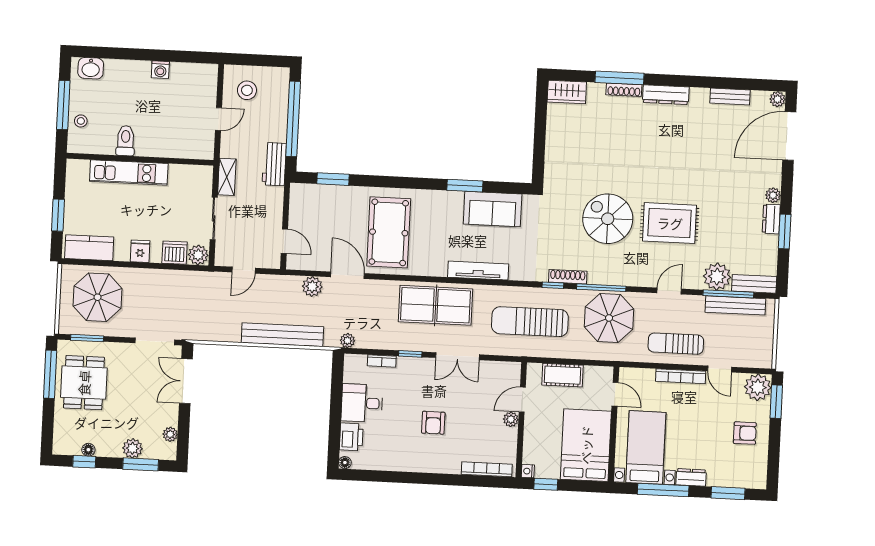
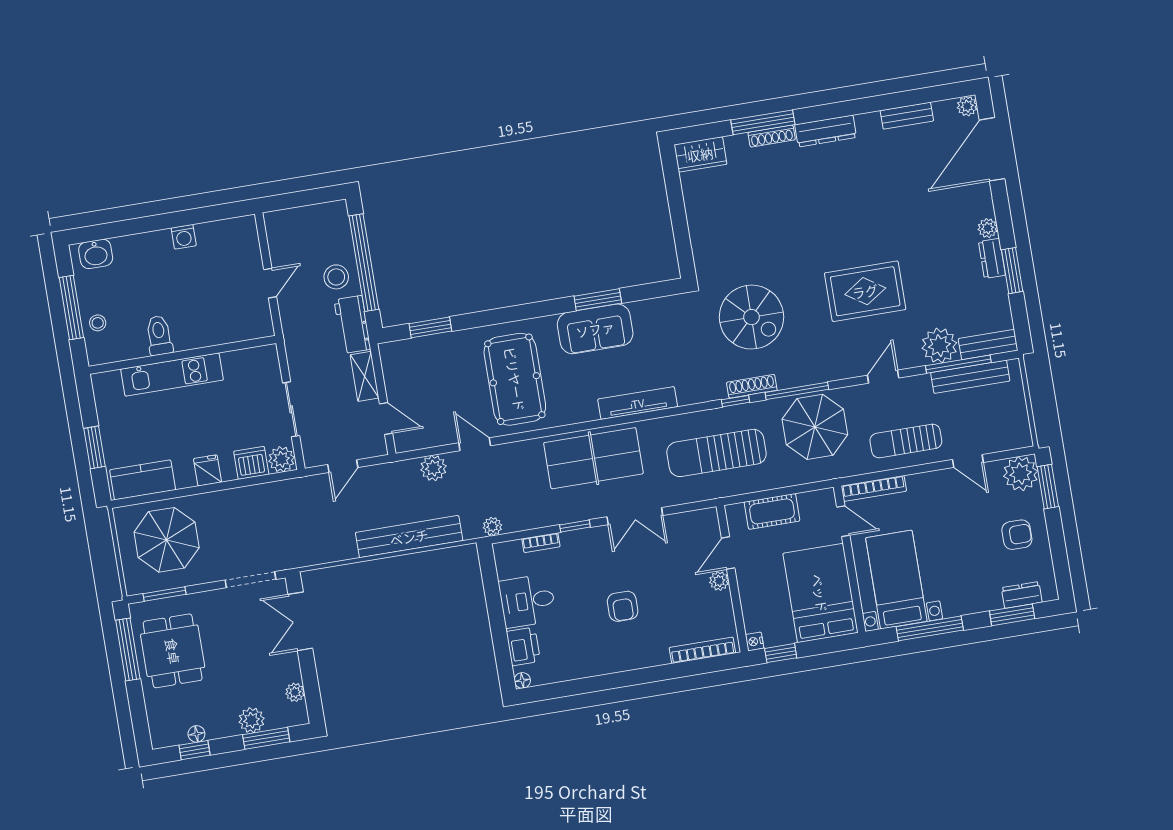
stool: (247, 90) -> (336, 277), moved
shelving: (227, 177) -> (365, 376), moved
sofa: (493, 209) -> (595, 329), moved
spiral stairs: (608, 219) -> (751, 317), moved, turned 180
door: (347, 275) -> (475, 444), width x0.73
bookcase: (681, 376) -> (874, 488), moved
dresser: (691, 477) -> (1022, 595), moved

